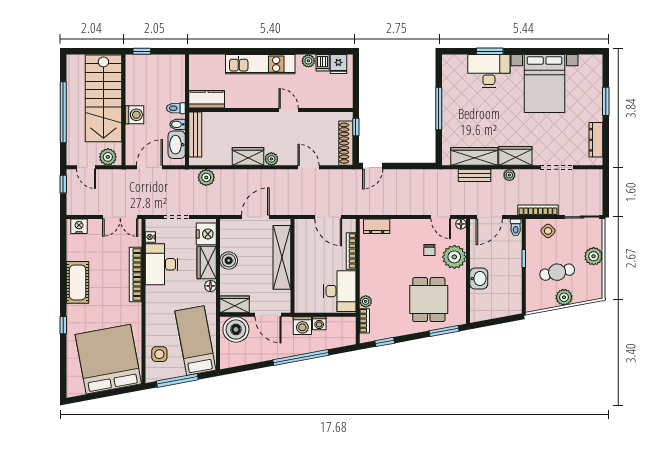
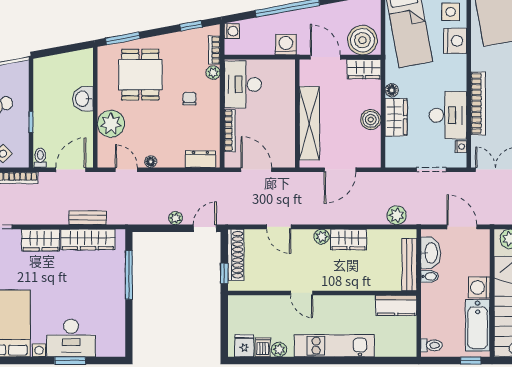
bathtub: (136, 82) -> (478, 325), added
toilet: (176, 108) -> (432, 345), moved
window: (439, 108) -> (129, 275), moved
door: (149, 167) -> (462, 227), swing flipped
plant: (509, 175) -> (176, 218), moved
floor lamp: (461, 224) -> (151, 162), moved
nightstand: (206, 234) -> (455, 41), moved, turned 180
chair: (429, 250) -> (189, 99), moved
washing machine: (319, 323) -> (232, 31), moved, turned 90

